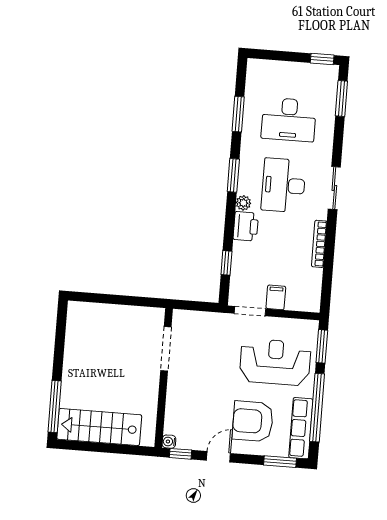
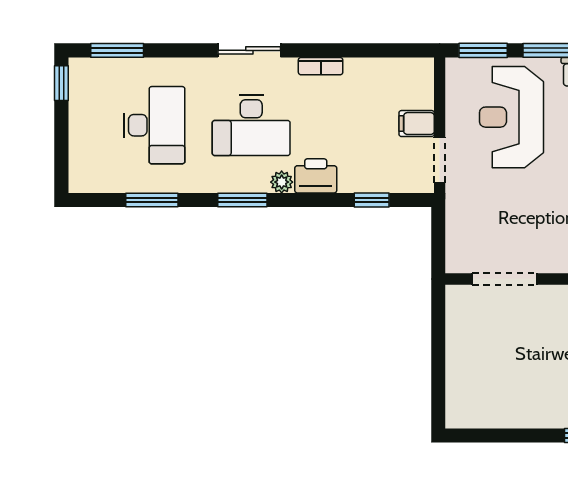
bookcase: (319, 244) -> (321, 66), width x0.64

